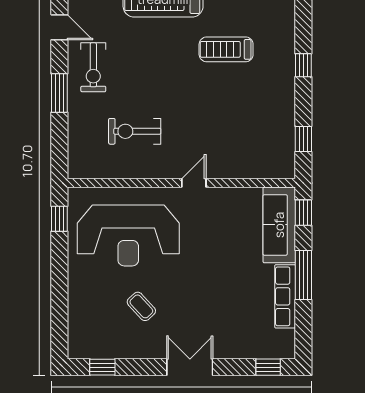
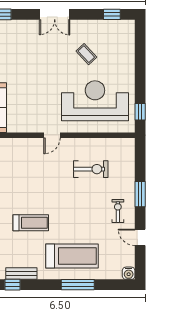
exercise bike: (93, 67) -> (118, 211), width x0.73, depth x0.72

